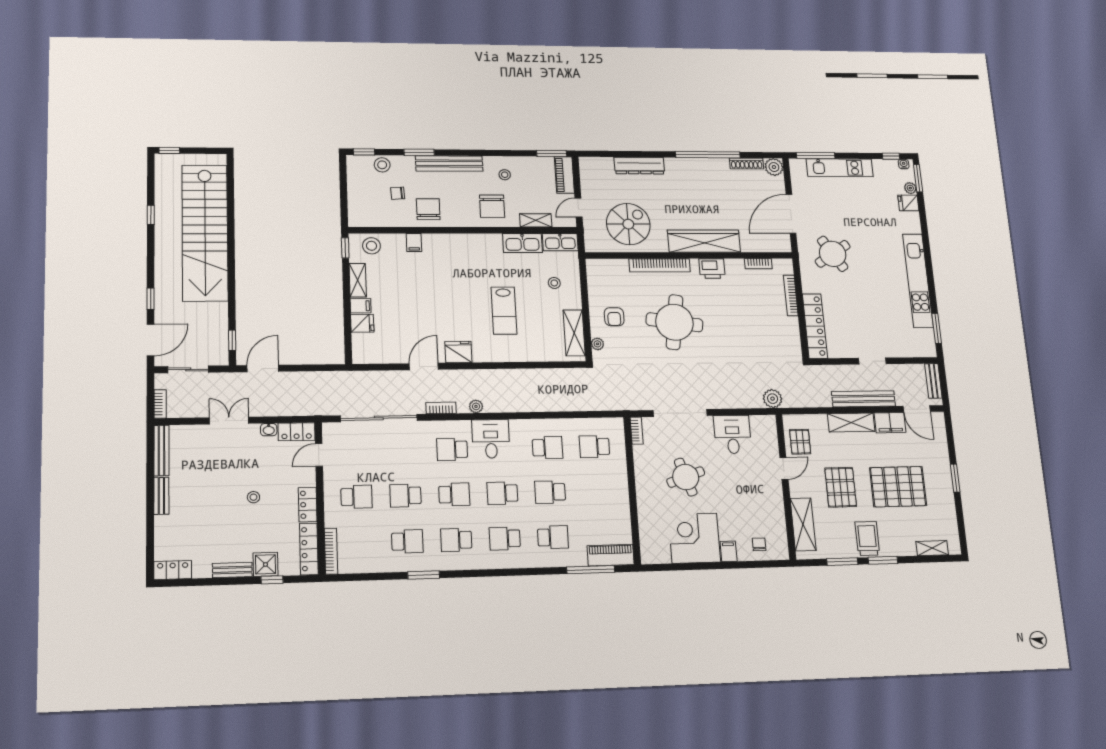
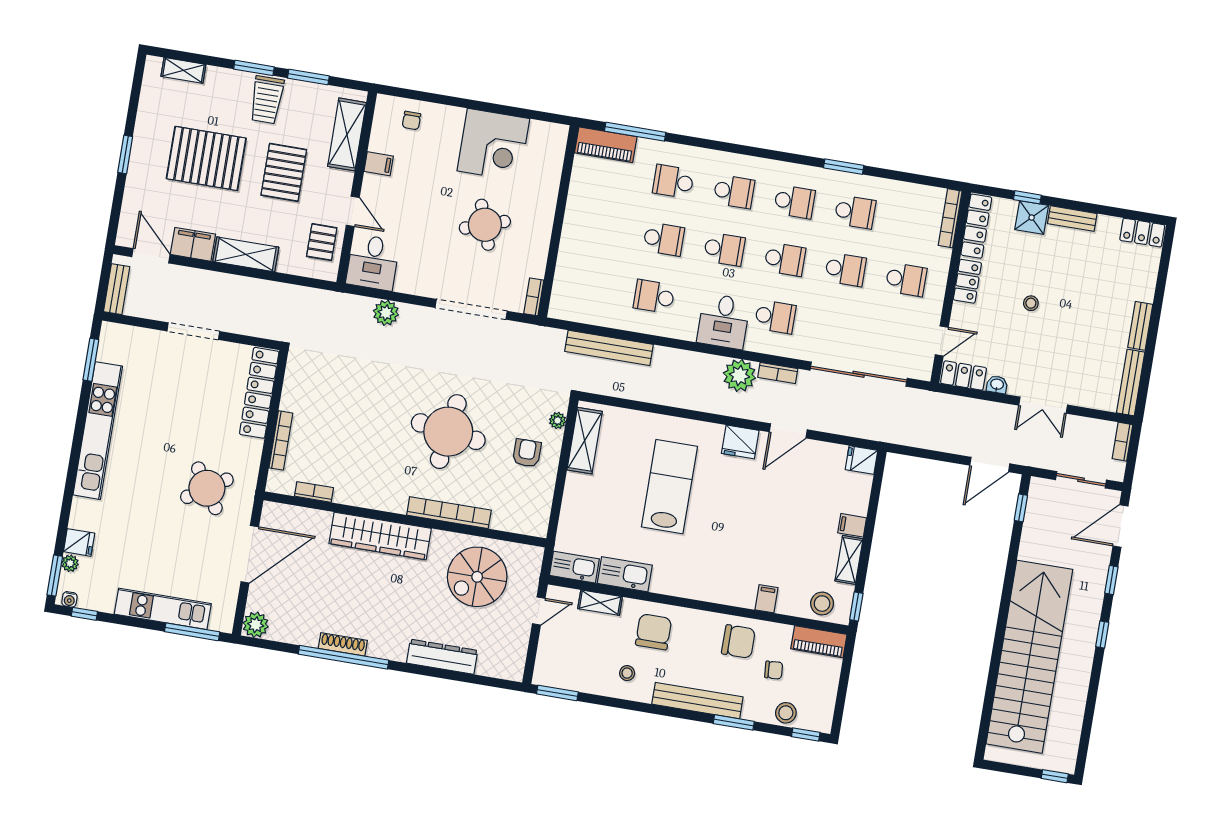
shoe rack: (747, 164) -> (343, 644), moved
piano: (564, 175) -> (819, 642), moved, turned 90
chair: (428, 209) -> (738, 641), turned -90
window: (151, 215) -> (1102, 635), moved
printer: (712, 269) -> (379, 496), removed
stool: (554, 283) -> (595, 513), removed
lab bench: (504, 311) -> (669, 487), width x1.36, depth x1.39
fridge: (362, 323) -> (862, 460), moved
doorway: (872, 361) -> (193, 331), width x1.38
plant: (773, 399) -> (386, 313), moved
bench: (863, 399) -> (609, 348), moved
plant: (476, 406) -> (739, 375), width x1.88, depth x1.88
desk: (732, 434) -> (373, 262), moved
school desk: (594, 447) -> (593, 286), removed
door: (784, 468) -> (353, 211), swing flipped
school desk: (454, 494) -> (785, 259), turned 180
school desk: (356, 497) -> (906, 280), turned 180
school desk: (407, 541) -> (855, 212), turned 180
filing cabinet: (729, 551) -> (379, 164), moved, turned -90

